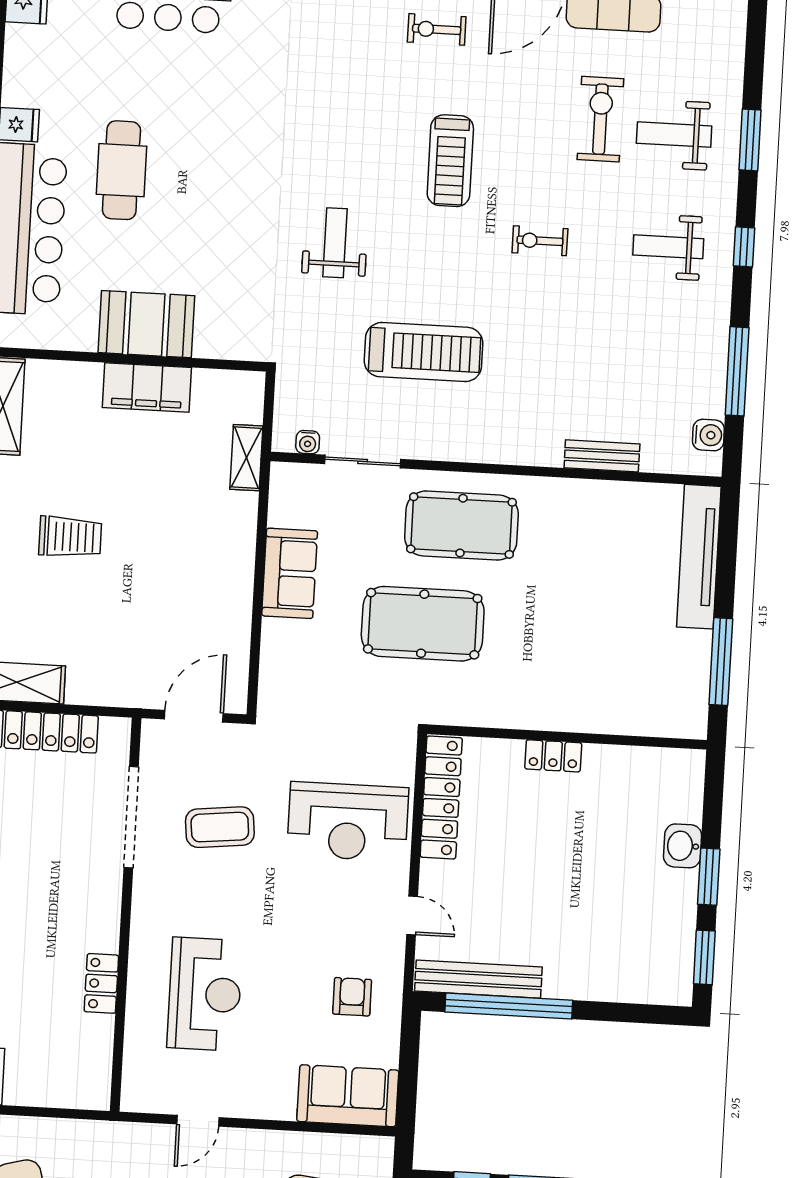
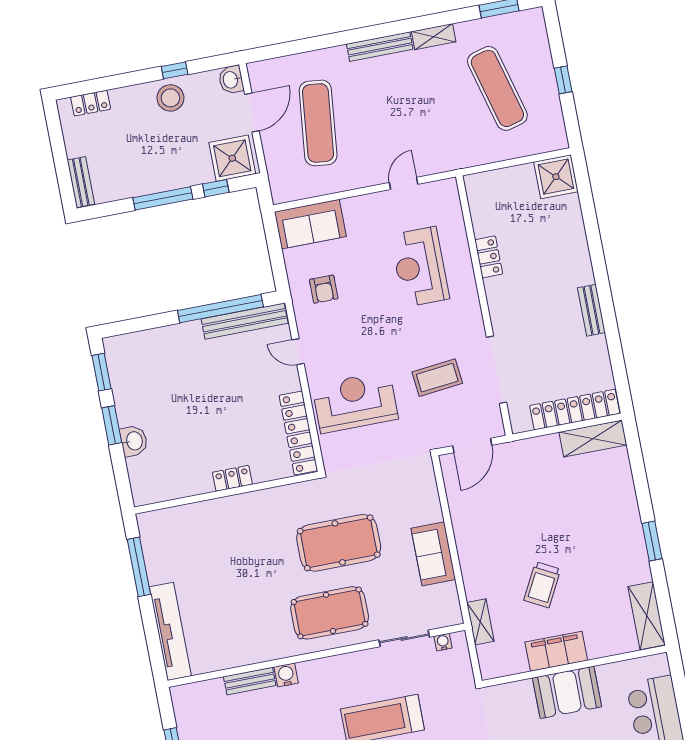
water cooler: (708, 435) -> (286, 675), moved, turned 90
trolley: (70, 537) -> (542, 585), moved, turned -62

